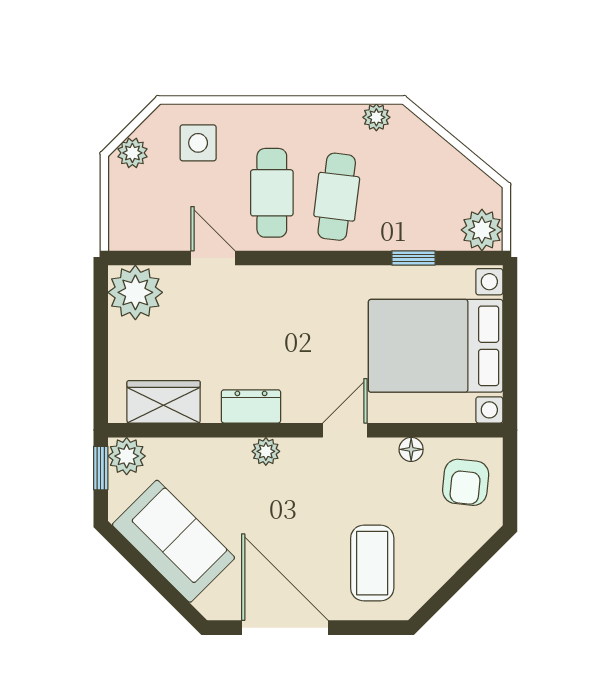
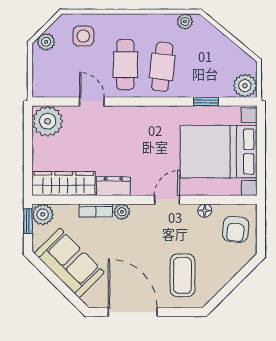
wardrobe: (164, 402) -> (64, 183), width x1.50
bookcase: (220, 449) -> (96, 210), added

